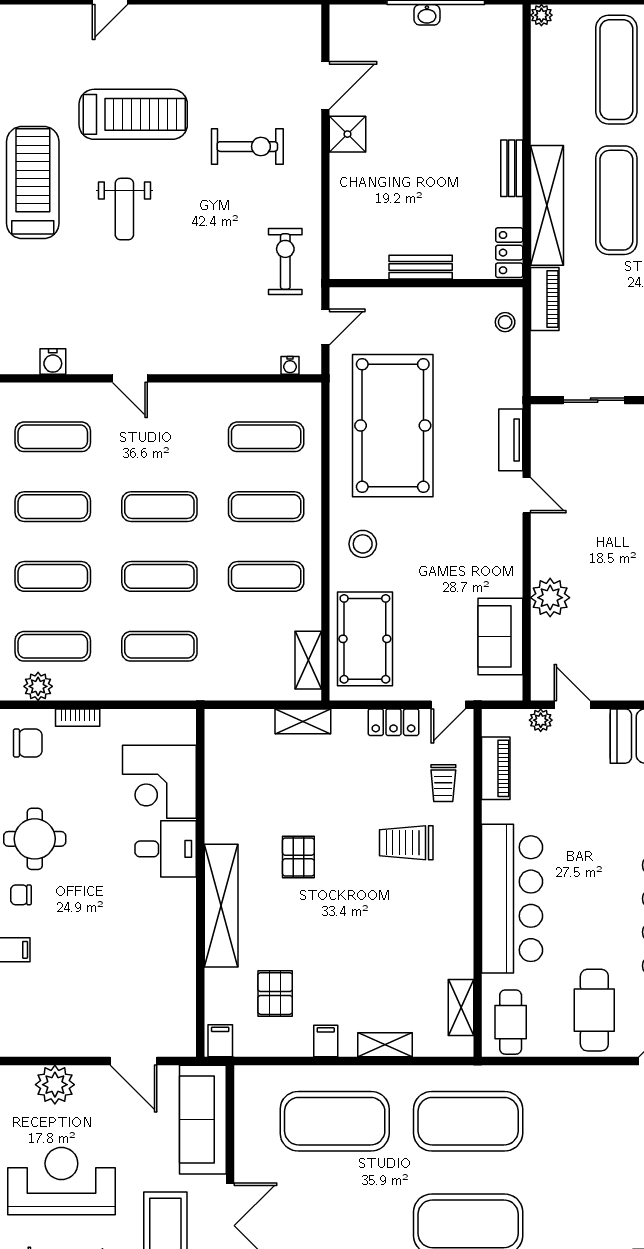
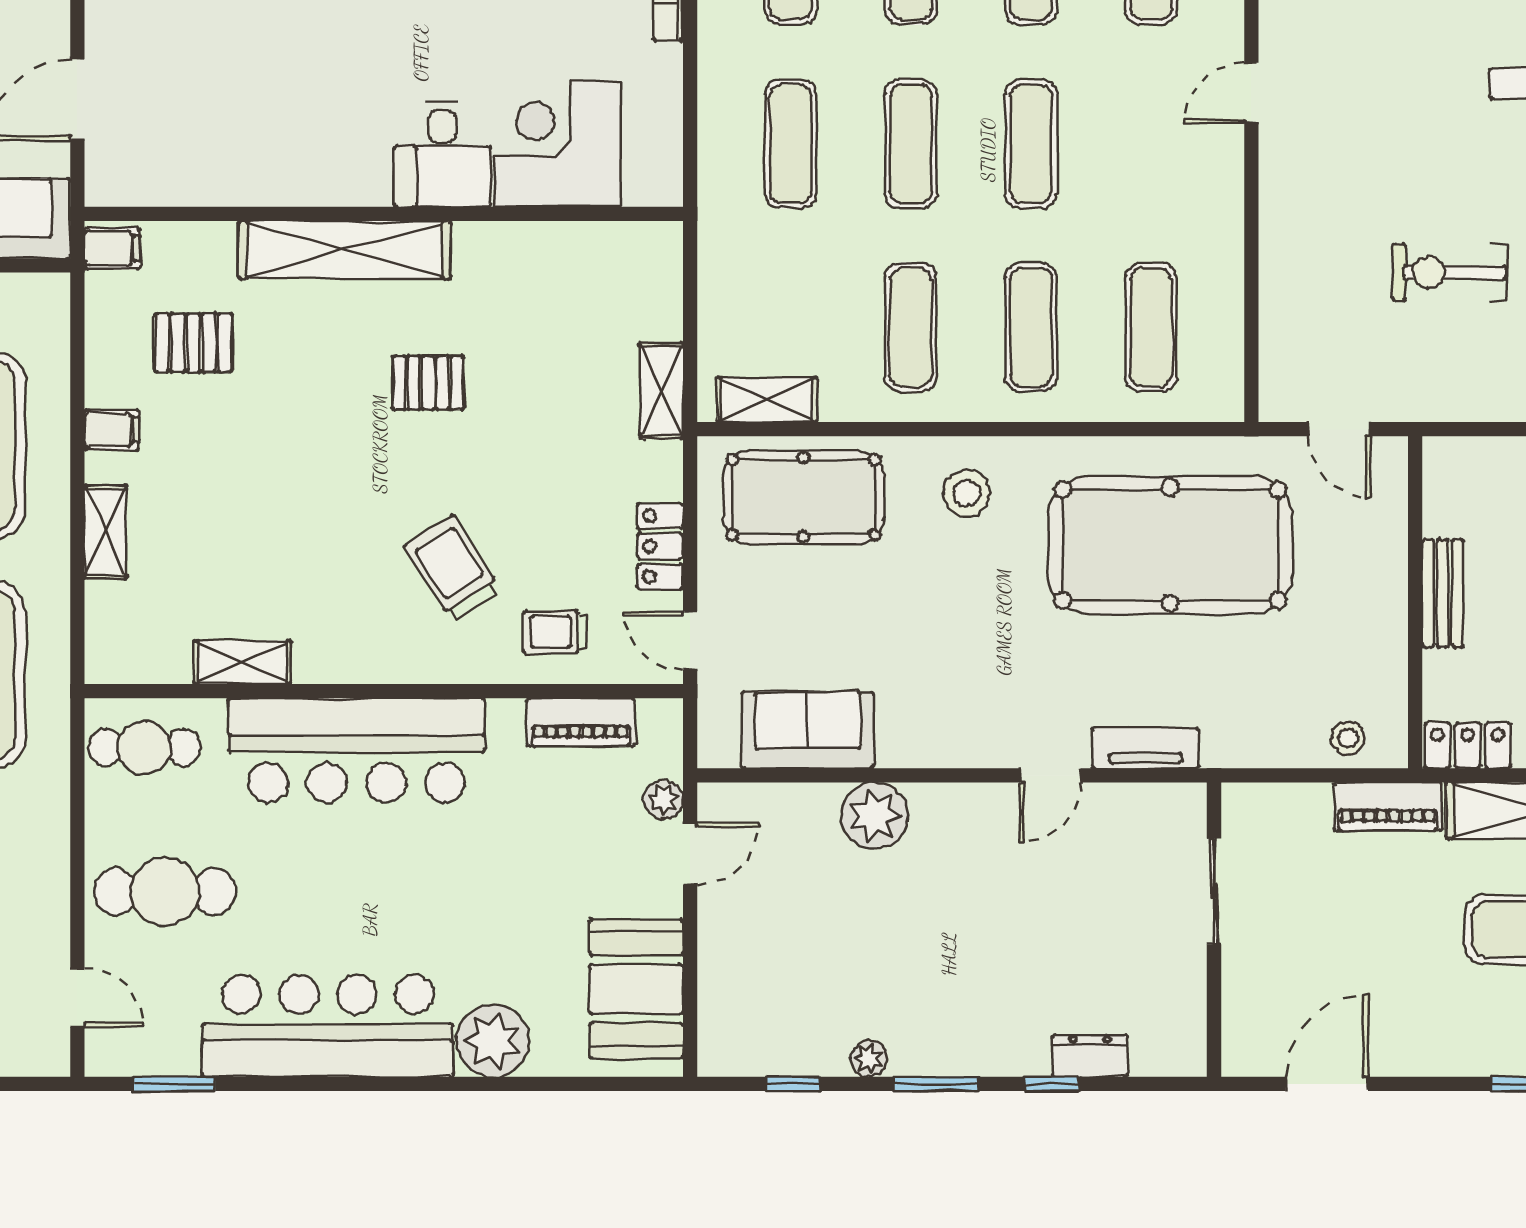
exercise bike: (285, 262) -> (1449, 272), moved, turned 180
water cooler: (290, 365) -> (1274, 368), removed
trolley: (406, 843) -> (453, 568), turned -32
shelving: (461, 1008) -> (242, 662), moved

